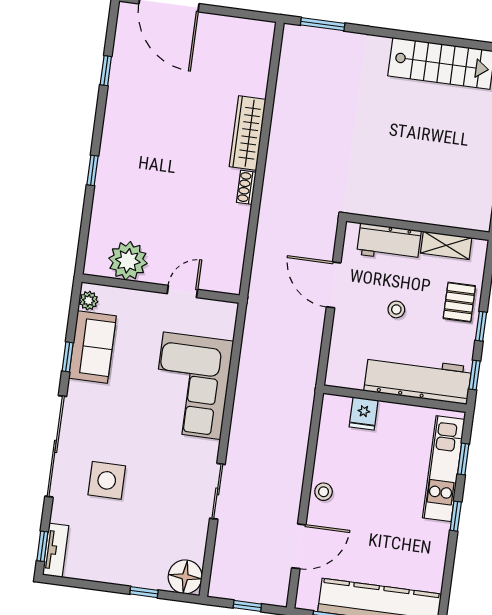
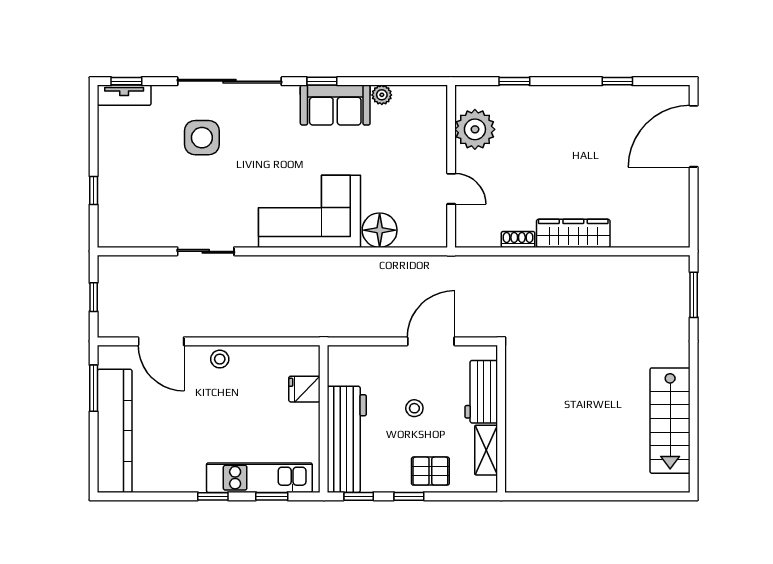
plant: (128, 261) -> (475, 129), moved
wall: (161, 289) -> (451, 166), moved
door: (182, 292) -> (451, 189), moved
floor lamp: (185, 577) -> (380, 230), moved

